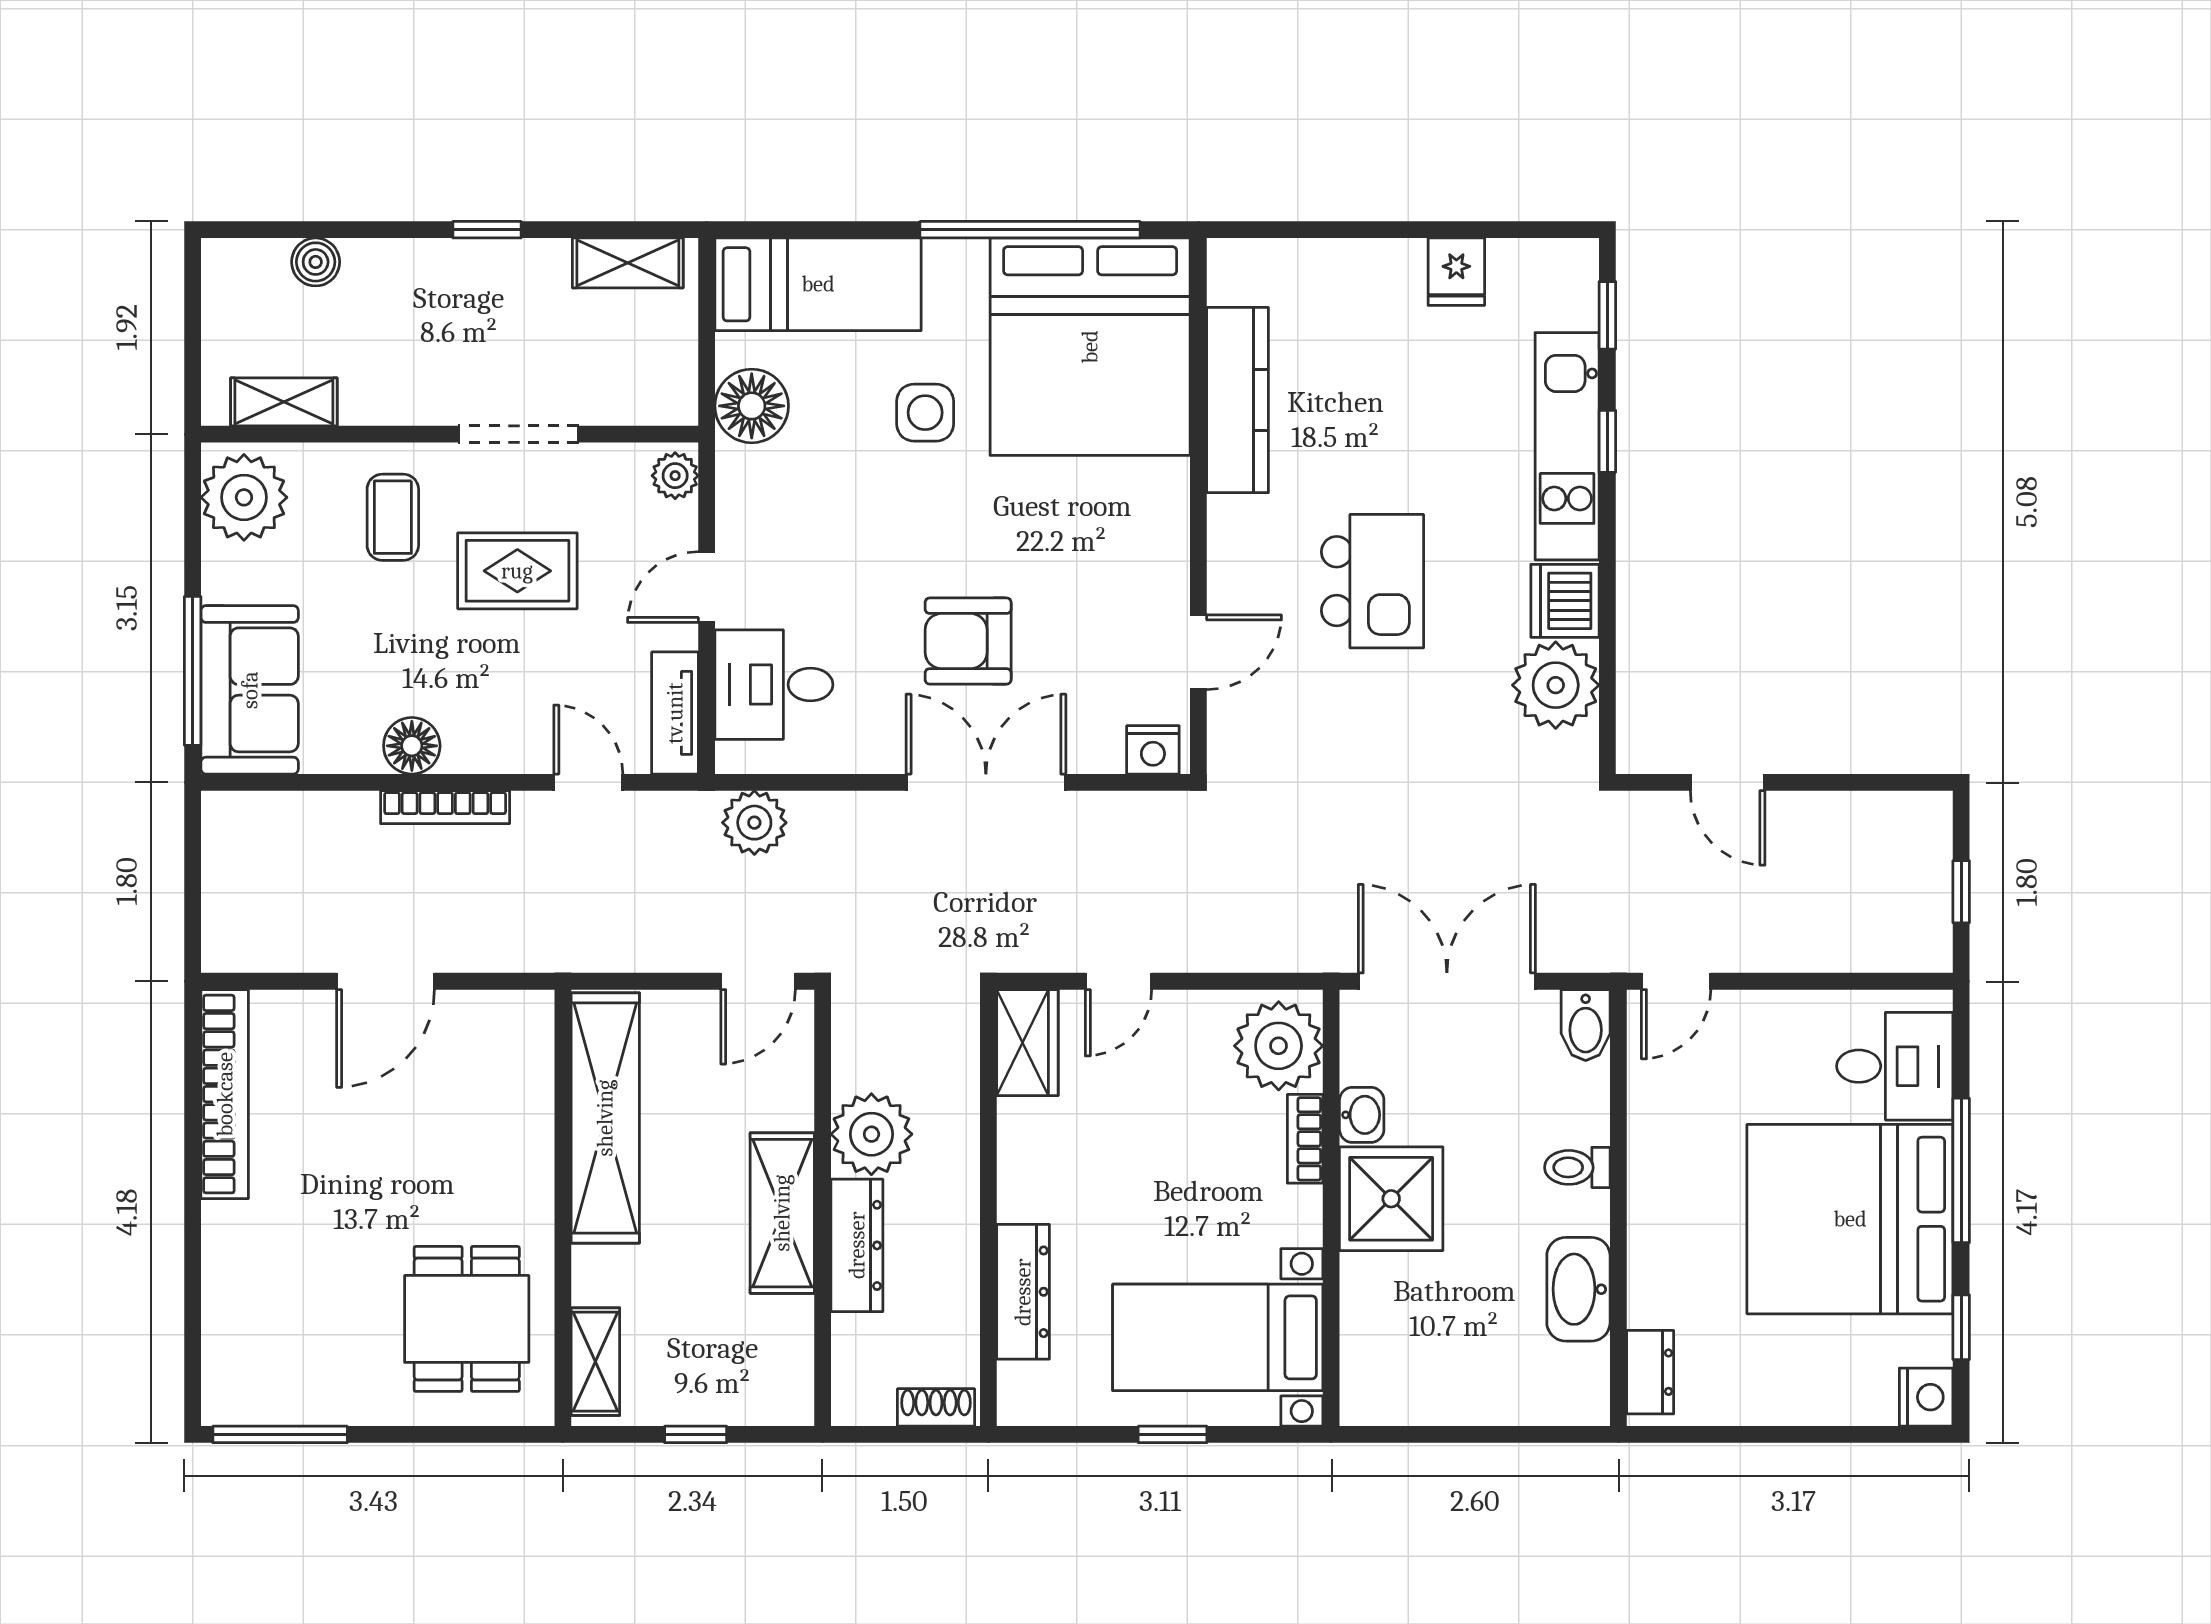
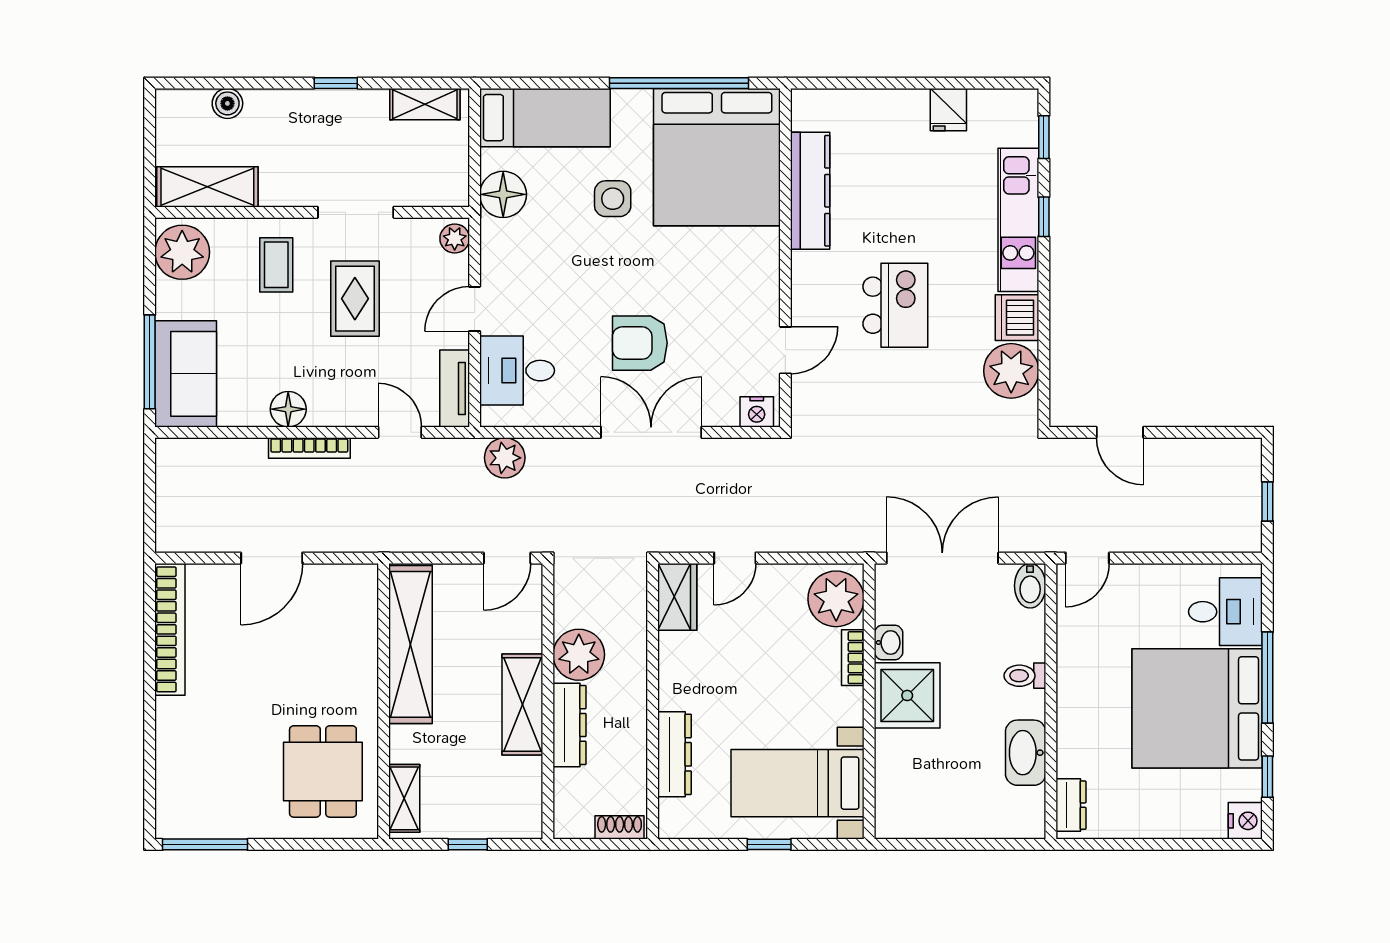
shelving: (284, 402) -> (207, 187), width x1.50, depth x1.33
rug: (517, 571) -> (355, 299), turned 90

